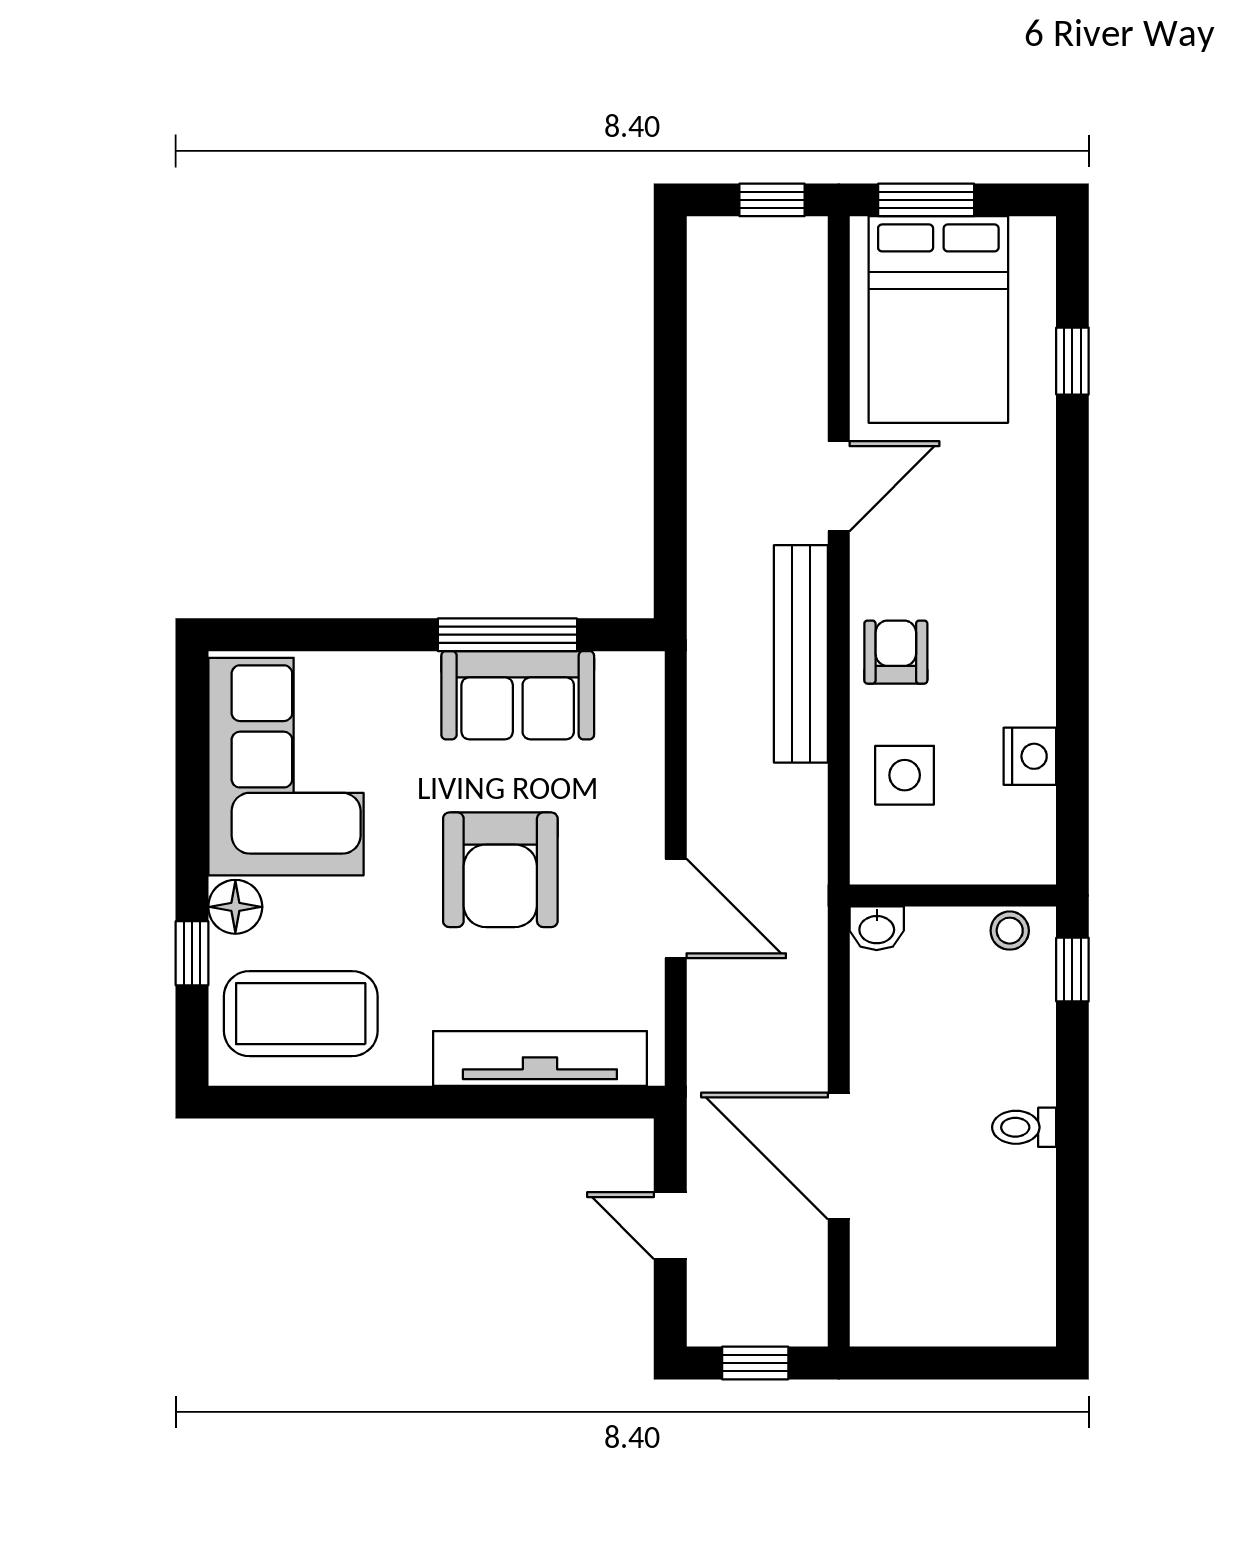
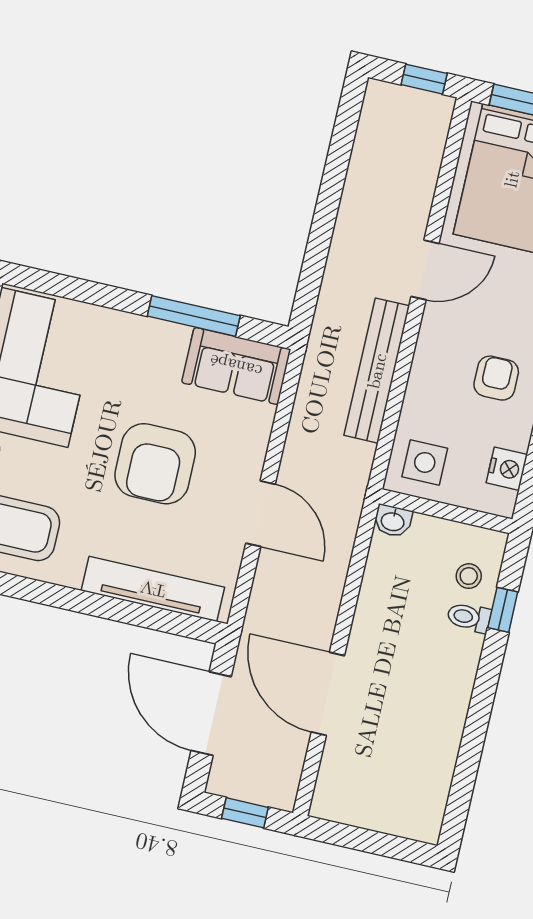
armchair: (896, 652) -> (496, 378), moved
sofa: (518, 695) -> (236, 366), moved
wall: (953, 896) -> (446, 511), moved
washbasin: (877, 928) -> (393, 521), moved
toilet: (1024, 1127) -> (469, 617), moved
door: (670, 1226) -> (211, 714), width x1.88

